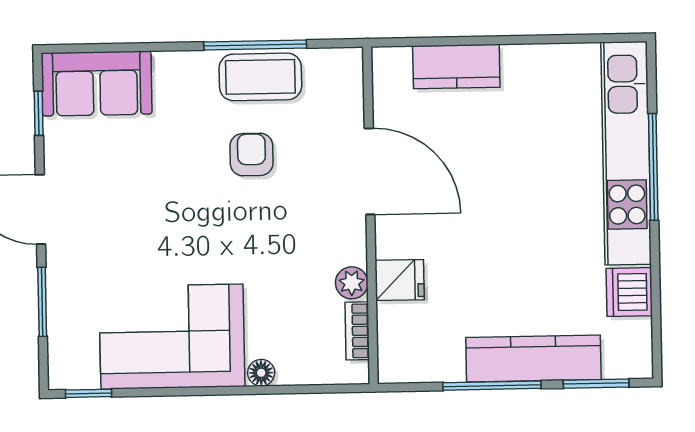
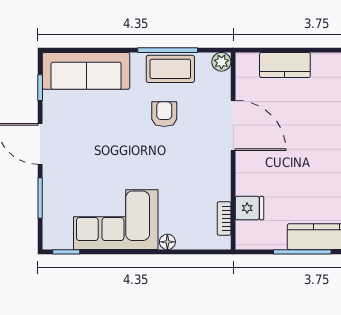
sofa: (97, 84) -> (86, 71), width x1.36
fridge: (400, 280) -> (249, 208), moved
plant: (352, 283) -> (221, 62), moved

